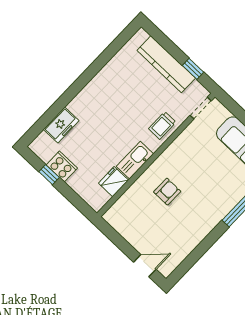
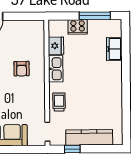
cooker: (62, 166) -> (78, 27), moved
window: (49, 175) -> (95, 16), width x2.17

